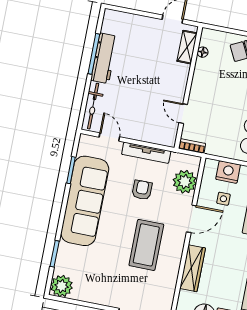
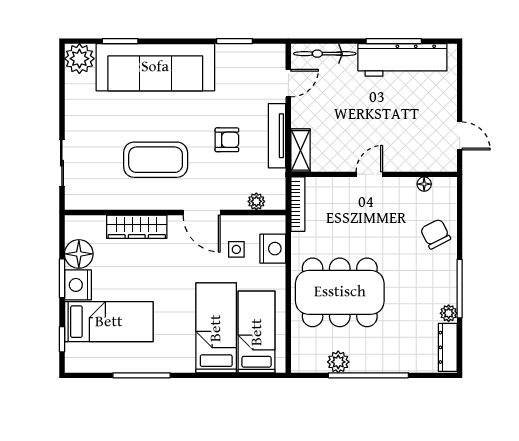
shelving: (187, 47) -> (300, 150), moved, turned 90
workbench: (104, 58) -> (402, 60), width x1.36, depth x1.32
door: (183, 114) -> (369, 174), moved
bookcase: (192, 146) -> (298, 204), width x1.56
plant: (185, 182) -> (256, 201), width x0.53, depth x0.53
sofa: (85, 201) -> (155, 67), moved

